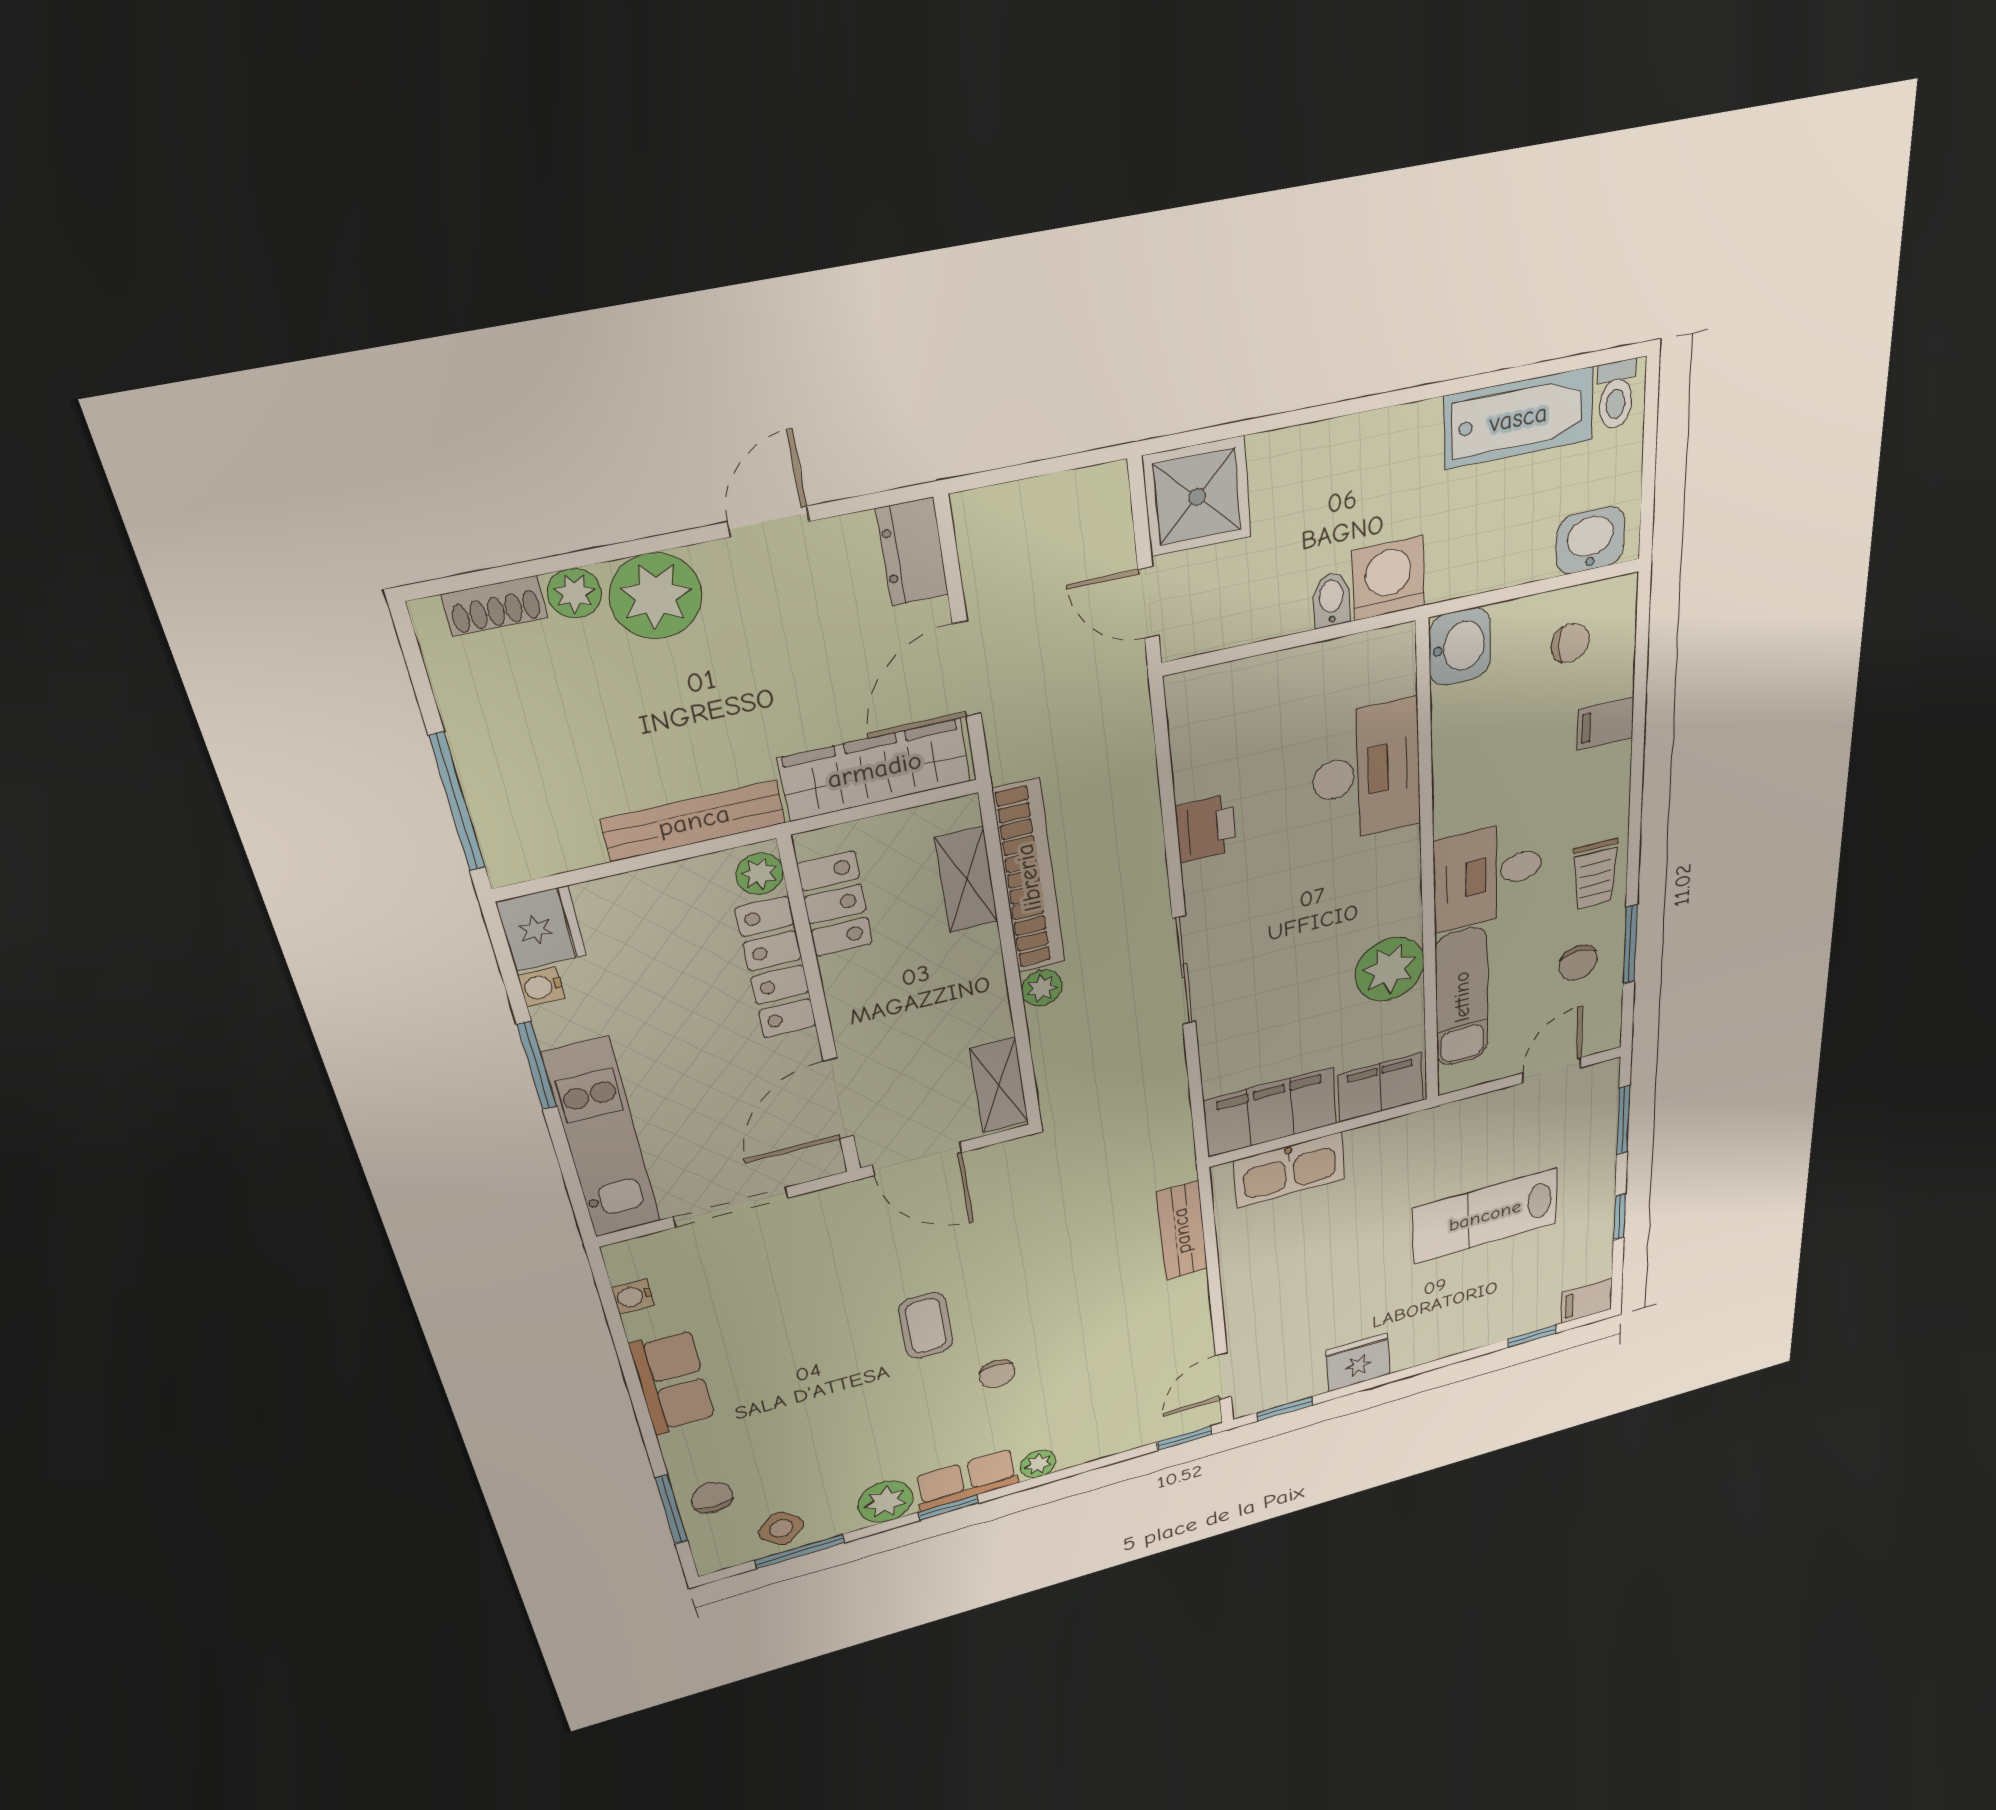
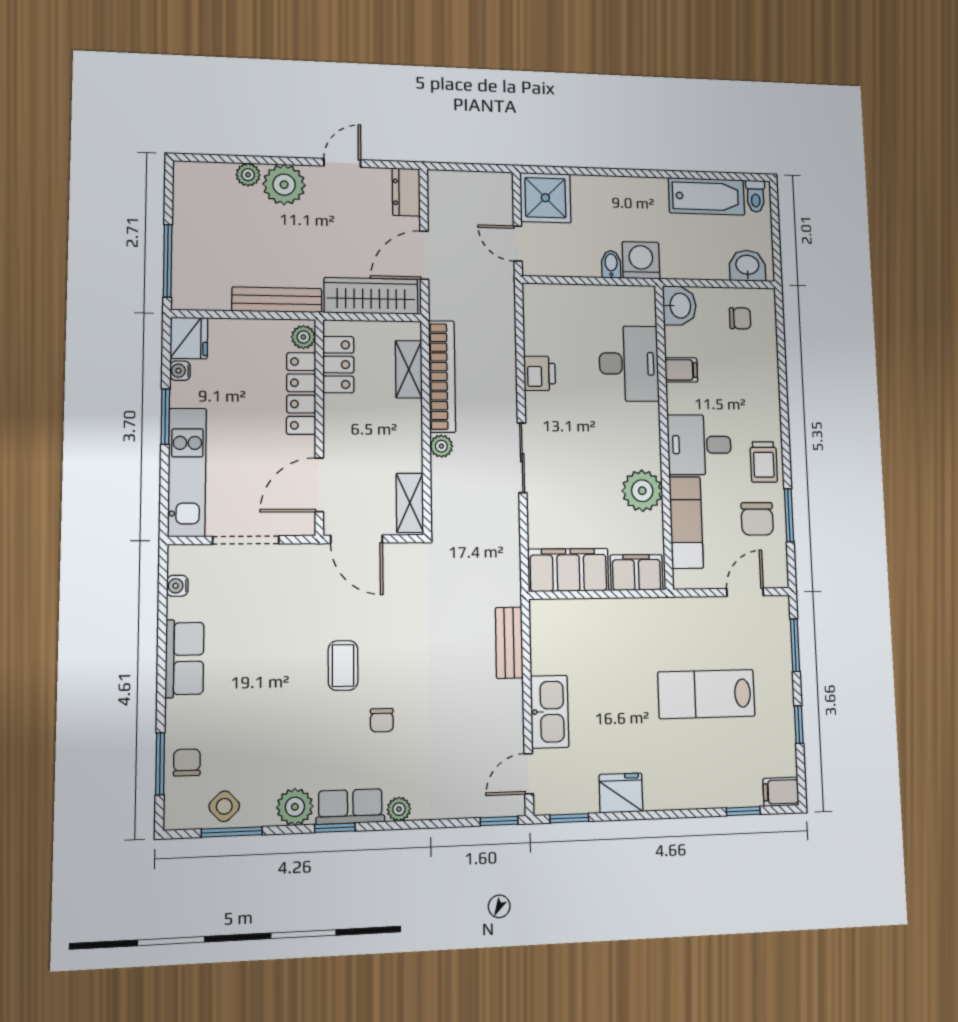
shoe rack: (495, 606) -> (211, 172), removed
filing cabinet: (1606, 724) -> (681, 370), moved, turned 180
chair: (1578, 963) -> (757, 519), width x1.37, depth x1.37
kitchen sink: (1289, 1170) -> (550, 712), moved, turned -90

